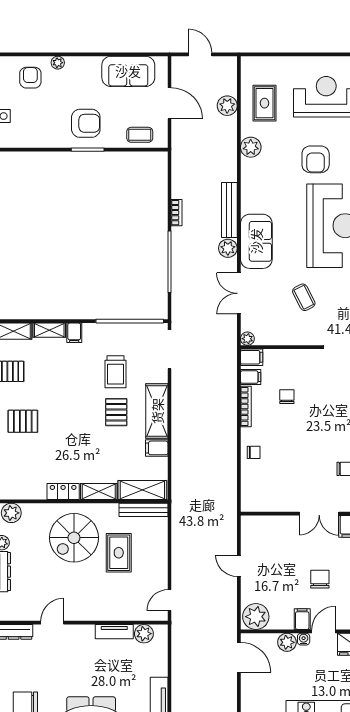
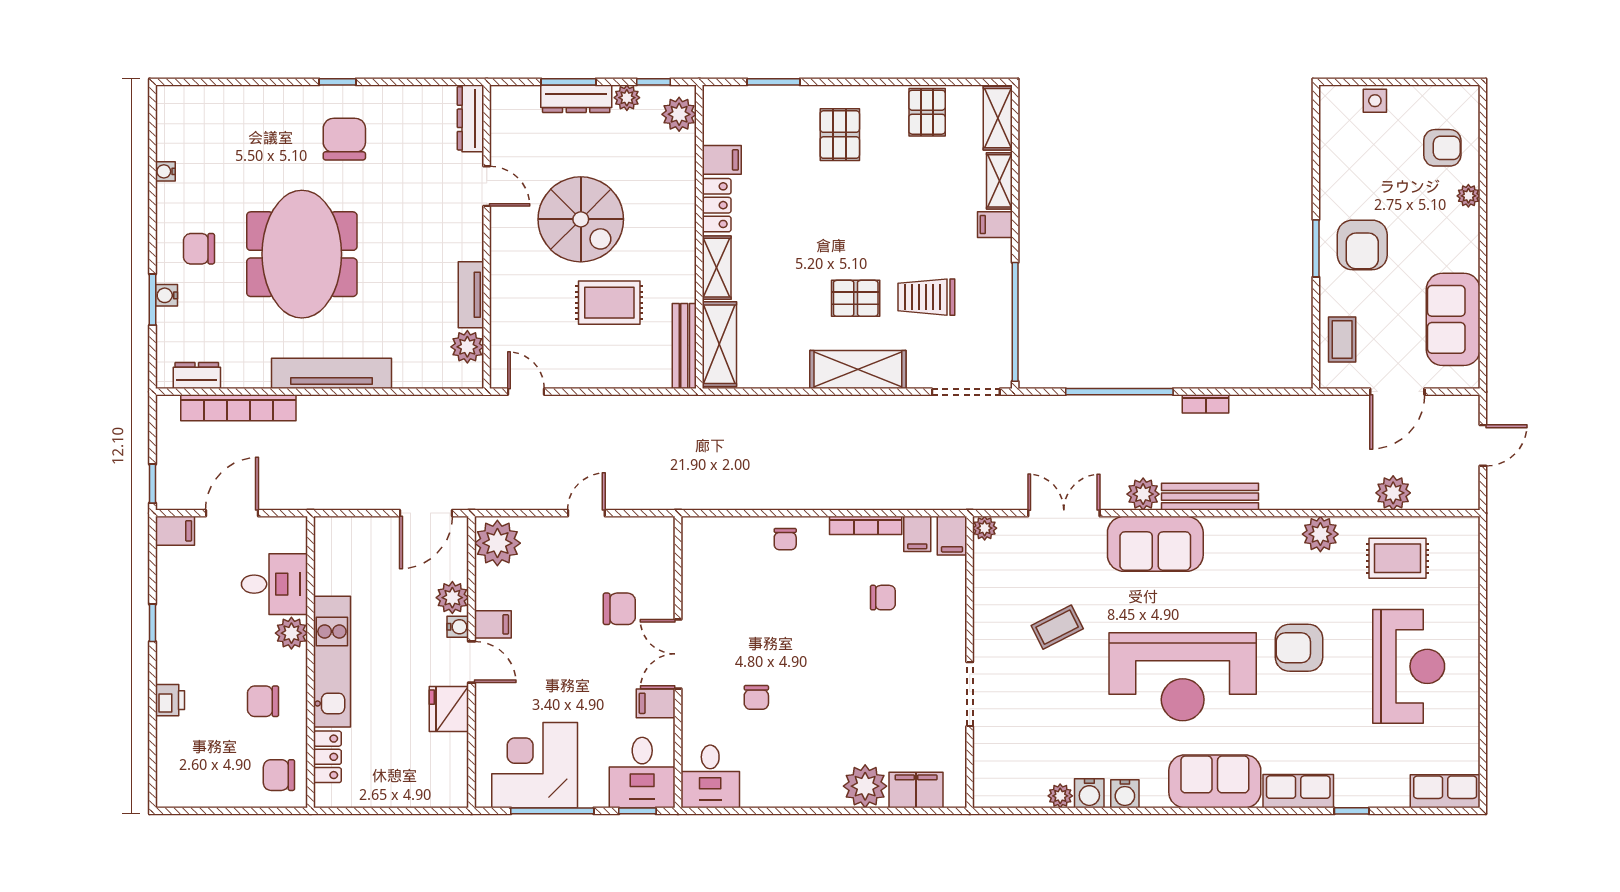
filing cabinet: (157, 448) -> (722, 160), moved, turned 90
spiral stairs: (74, 538) -> (581, 219), moved, turned 180
chair: (320, 579) -> (619, 609), moved

